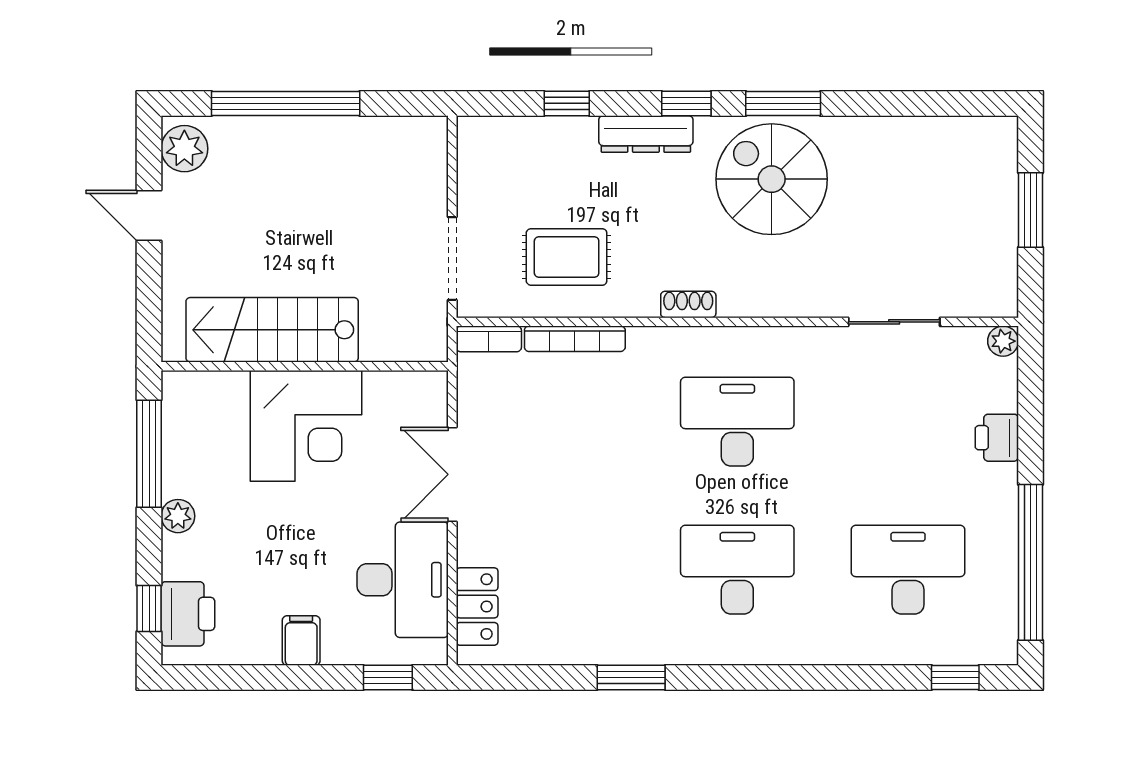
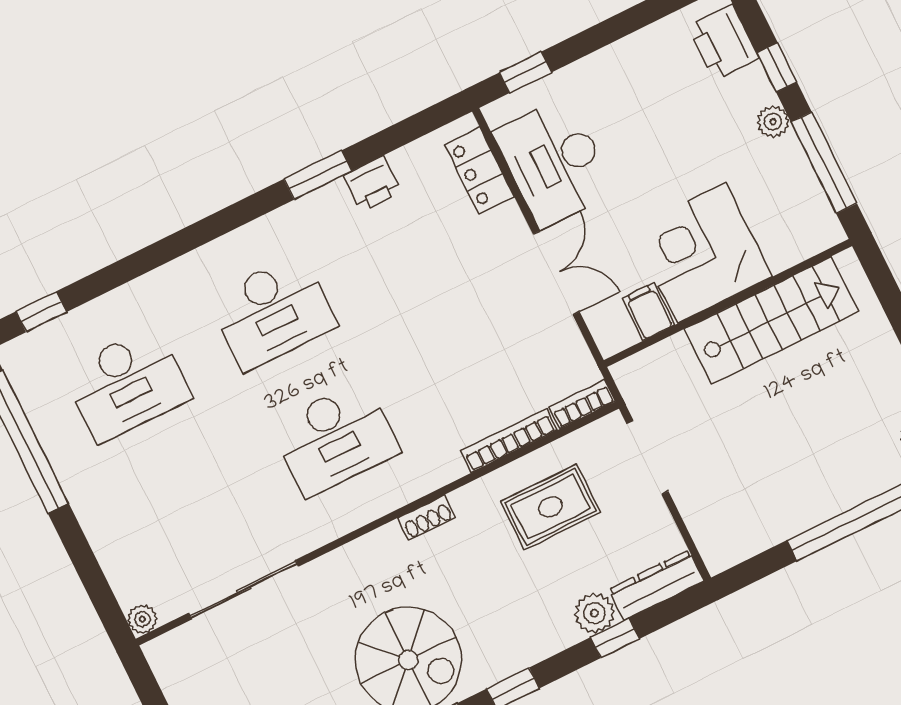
dresser: (646, 134) -> (656, 585), moved
plant: (575, 137) -> (594, 613), added
sliding door: (894, 322) -> (243, 590), width x1.37
printer: (997, 438) -> (372, 184), moved, turned 90
window: (149, 608) -> (777, 67), moved
filing cabinet: (301, 641) -> (648, 312), moved, turned 180

